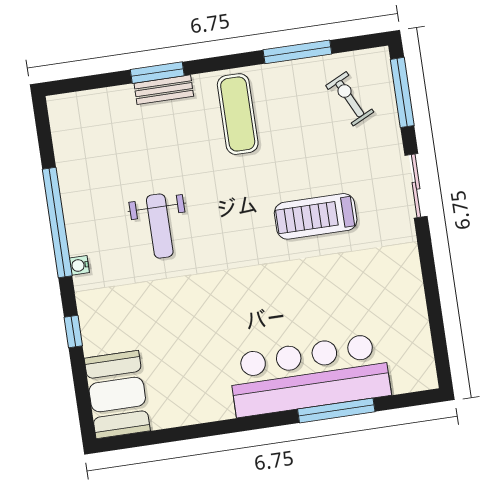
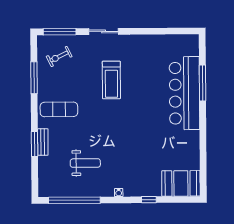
window: (57, 222) -> (74, 200), moved
weight bench: (160, 226) -> (85, 163), moved

